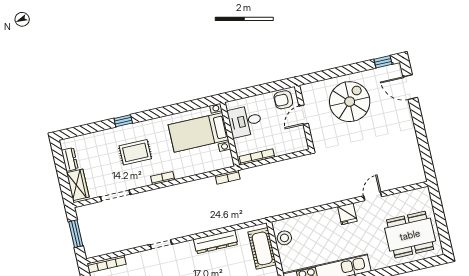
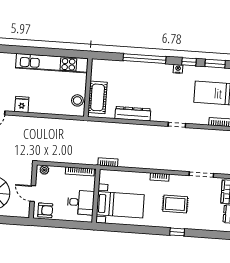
door: (304, 115) -> (33, 193), swing flipped
plant: (298, 146) -> (44, 170), added

